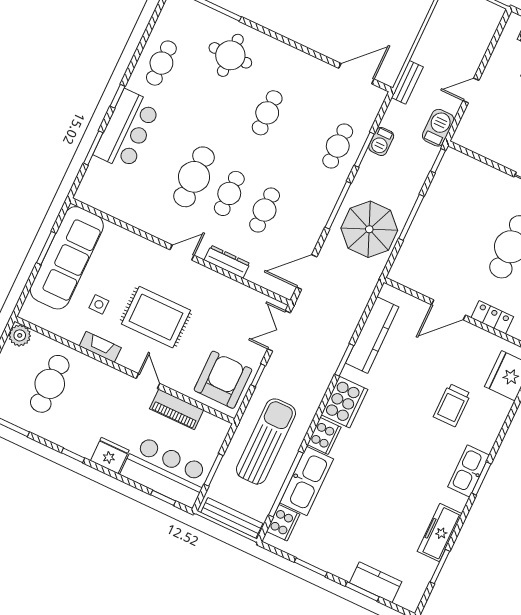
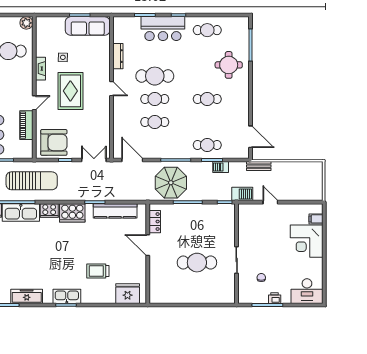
sofa: (67, 258) -> (88, 26), width x0.74, depth x0.79
dresser: (227, 262) -> (118, 56), moved
locker: (492, 317) -> (155, 222), moved

